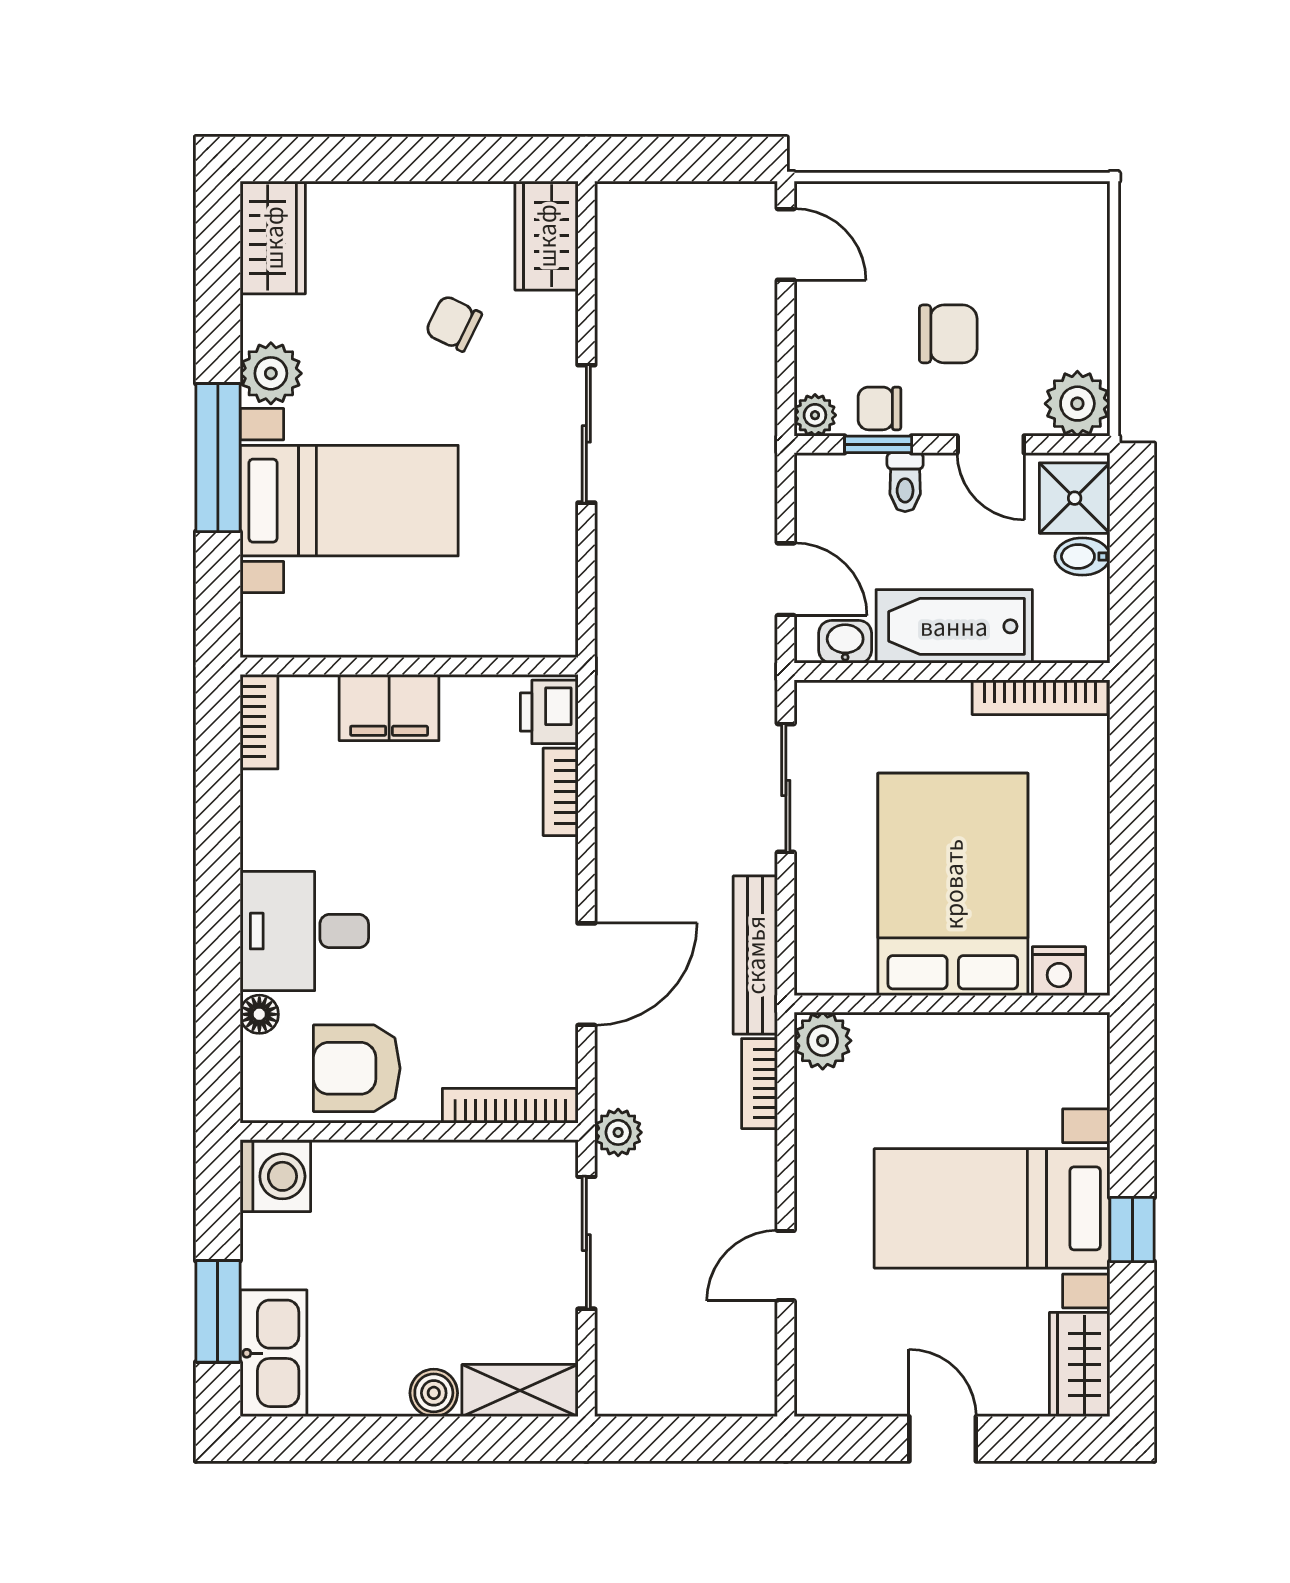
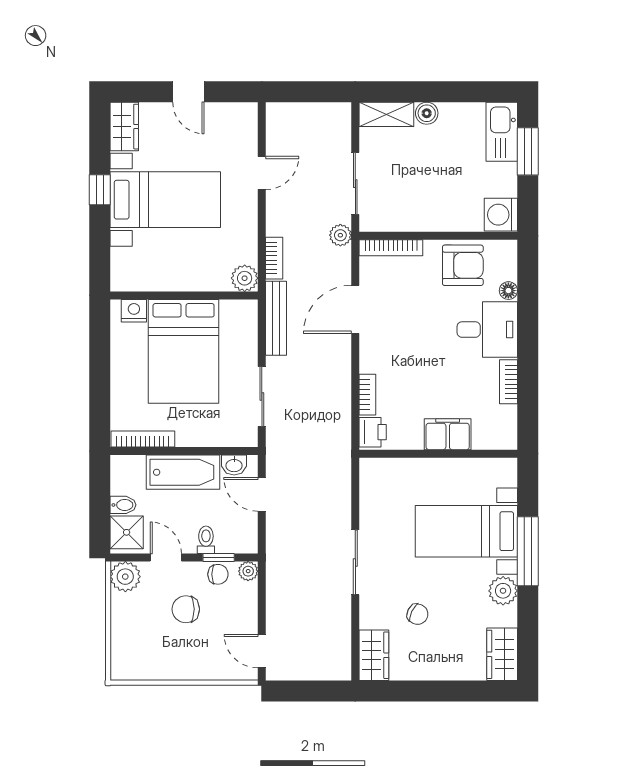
bookcase: (259, 722) -> (509, 382), moved

